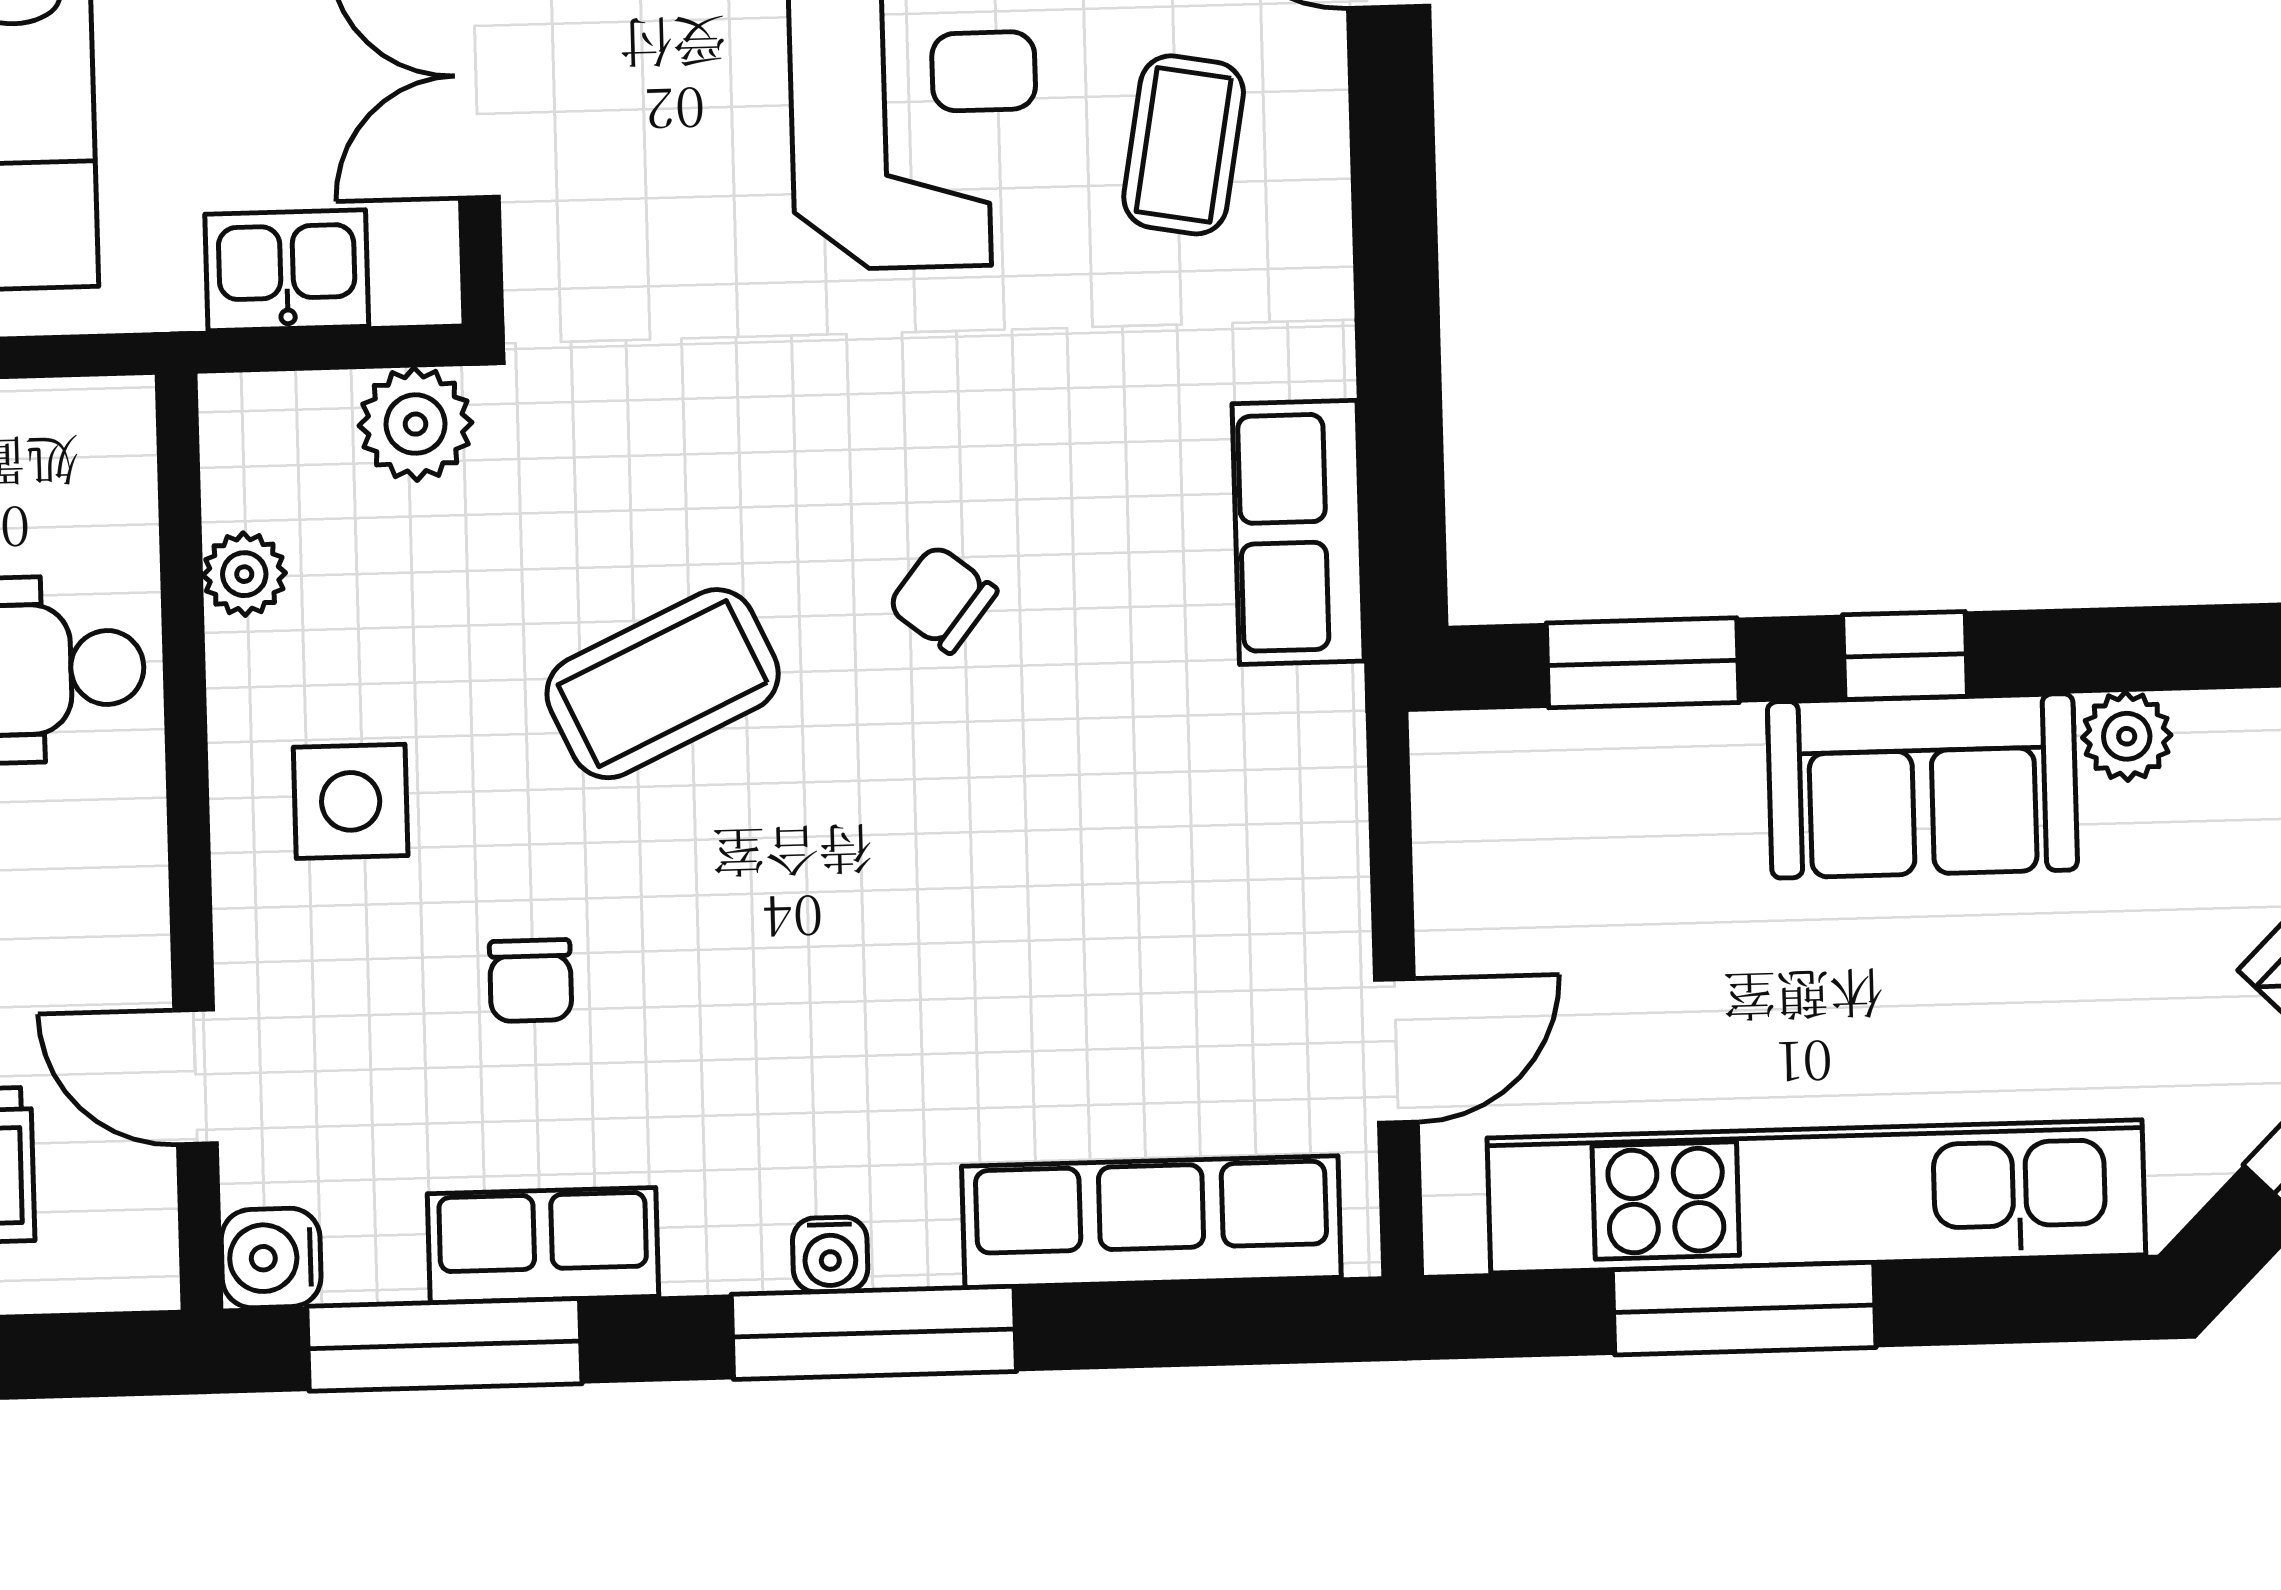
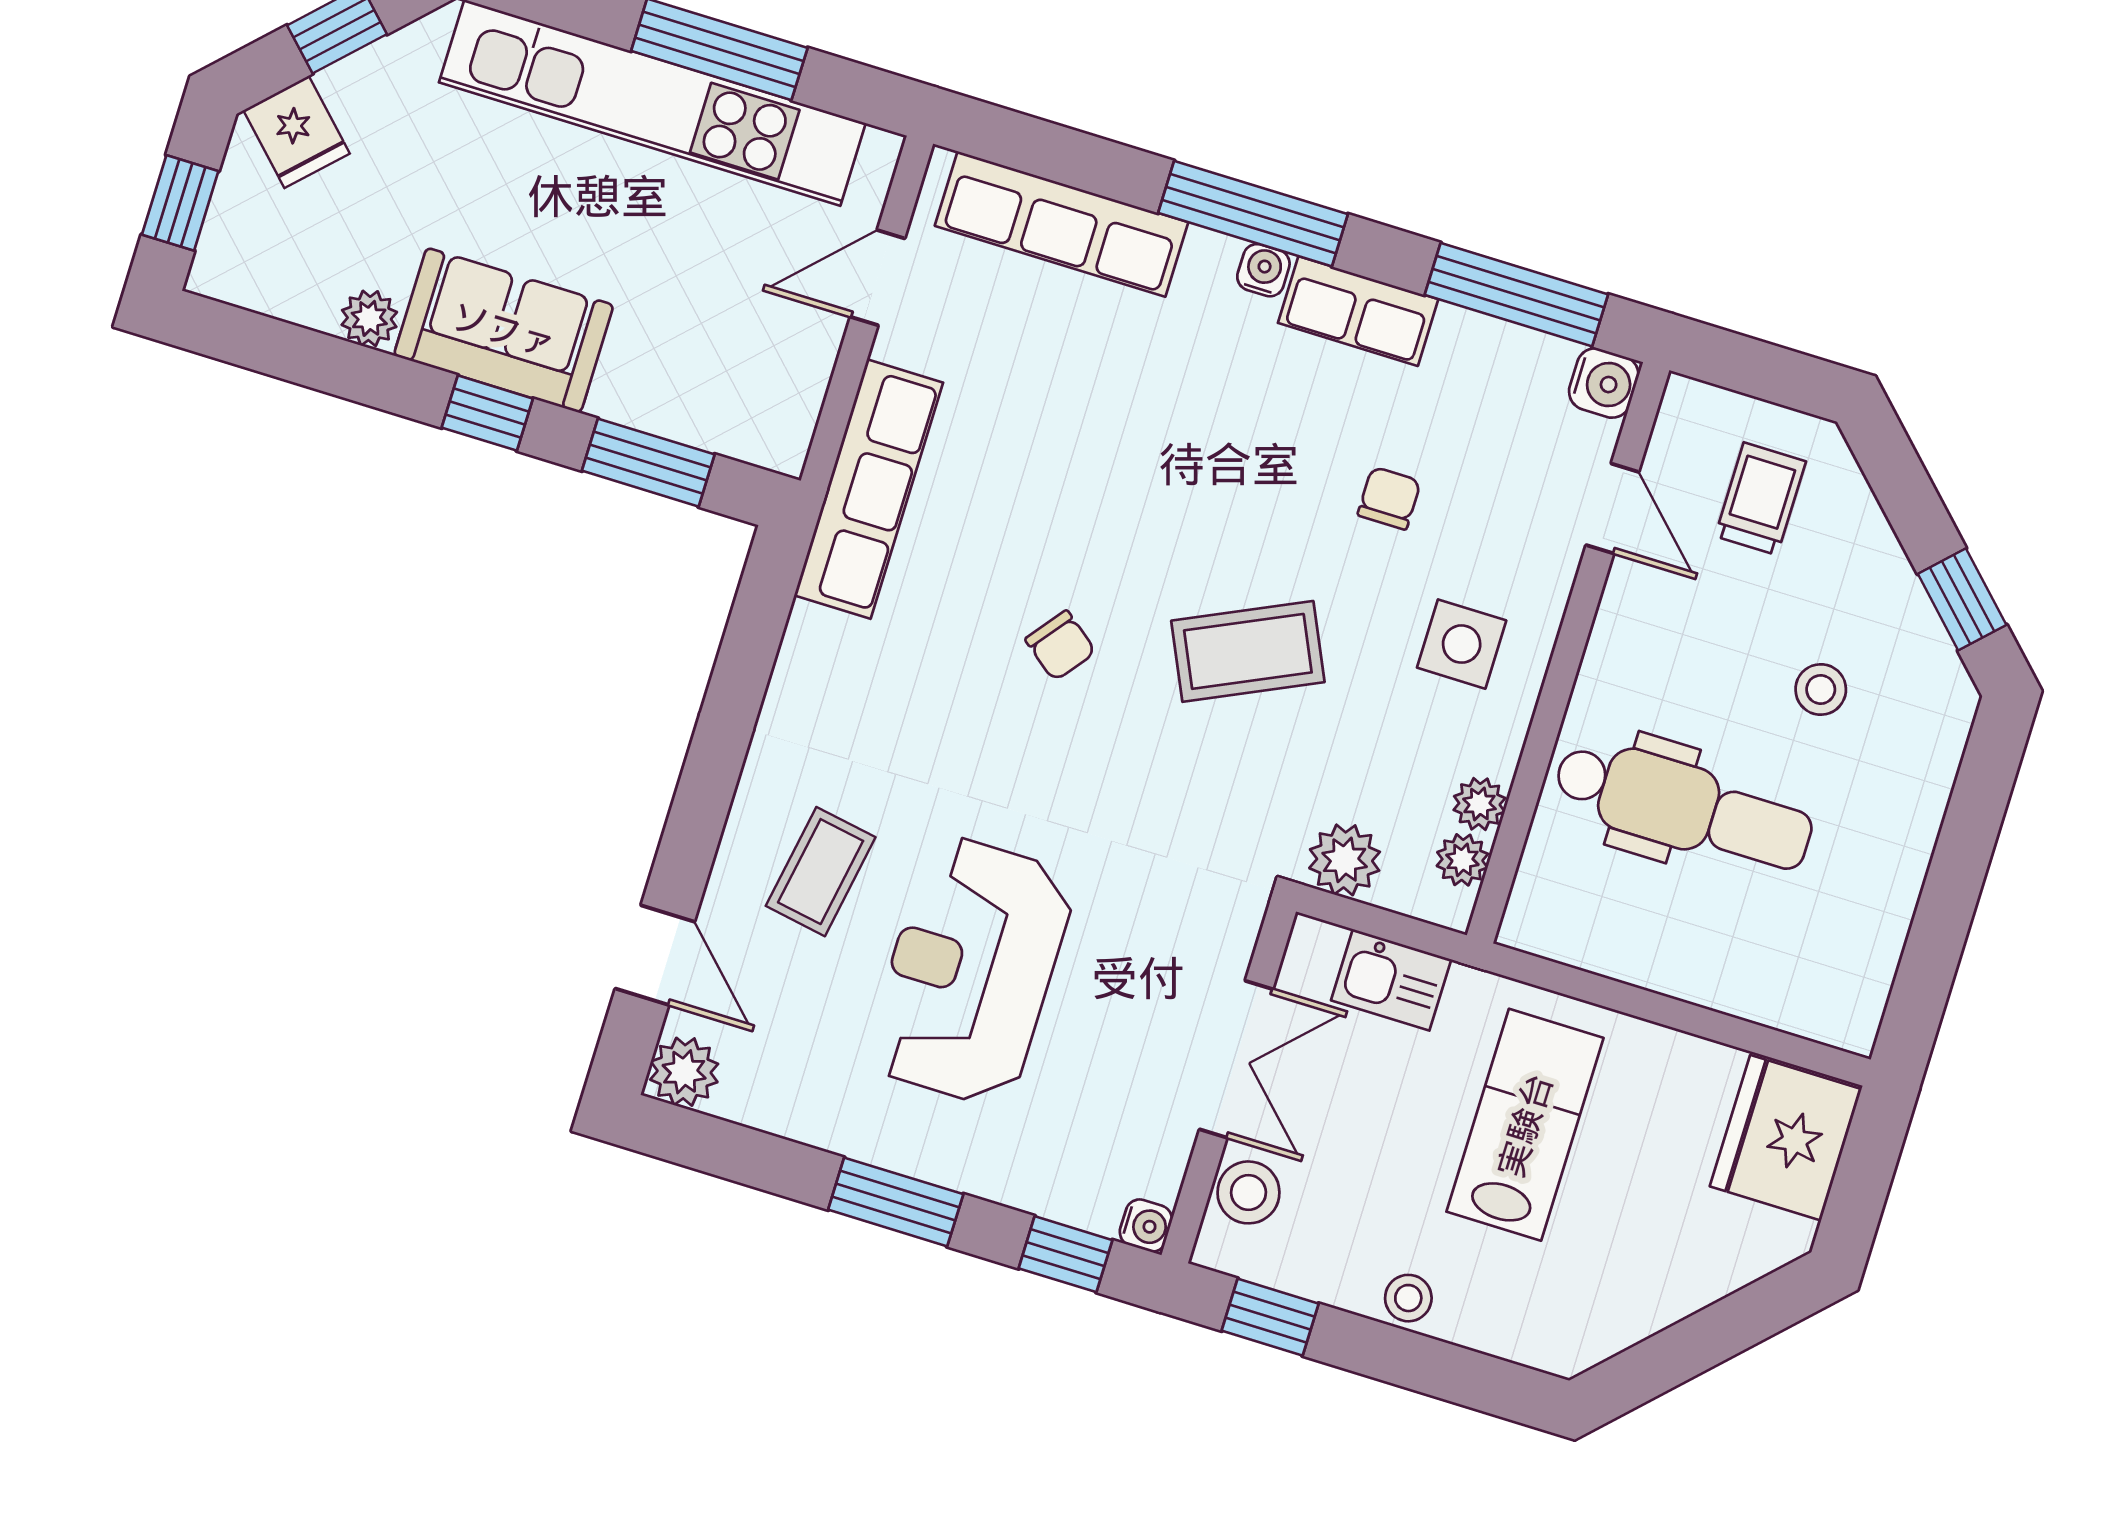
plant: (241, 483) -> (1462, 860), added
row of seats: (1298, 532) -> (869, 489), moved, width x1.48
row of seats: (543, 1245) -> (1358, 311), moved

